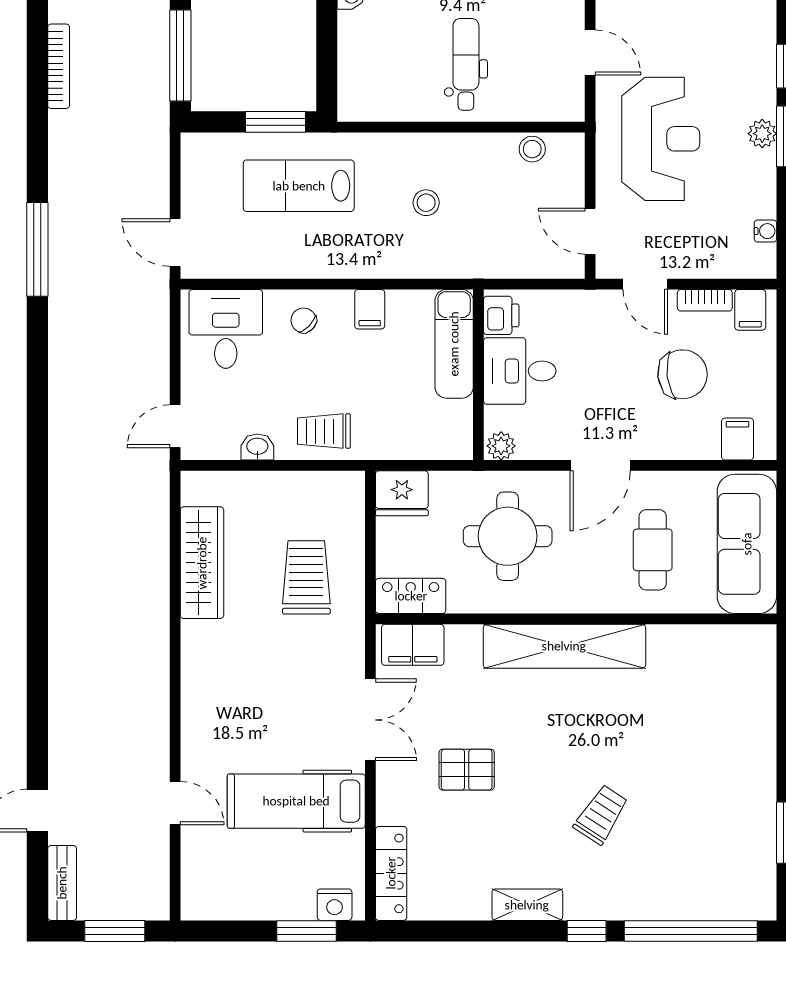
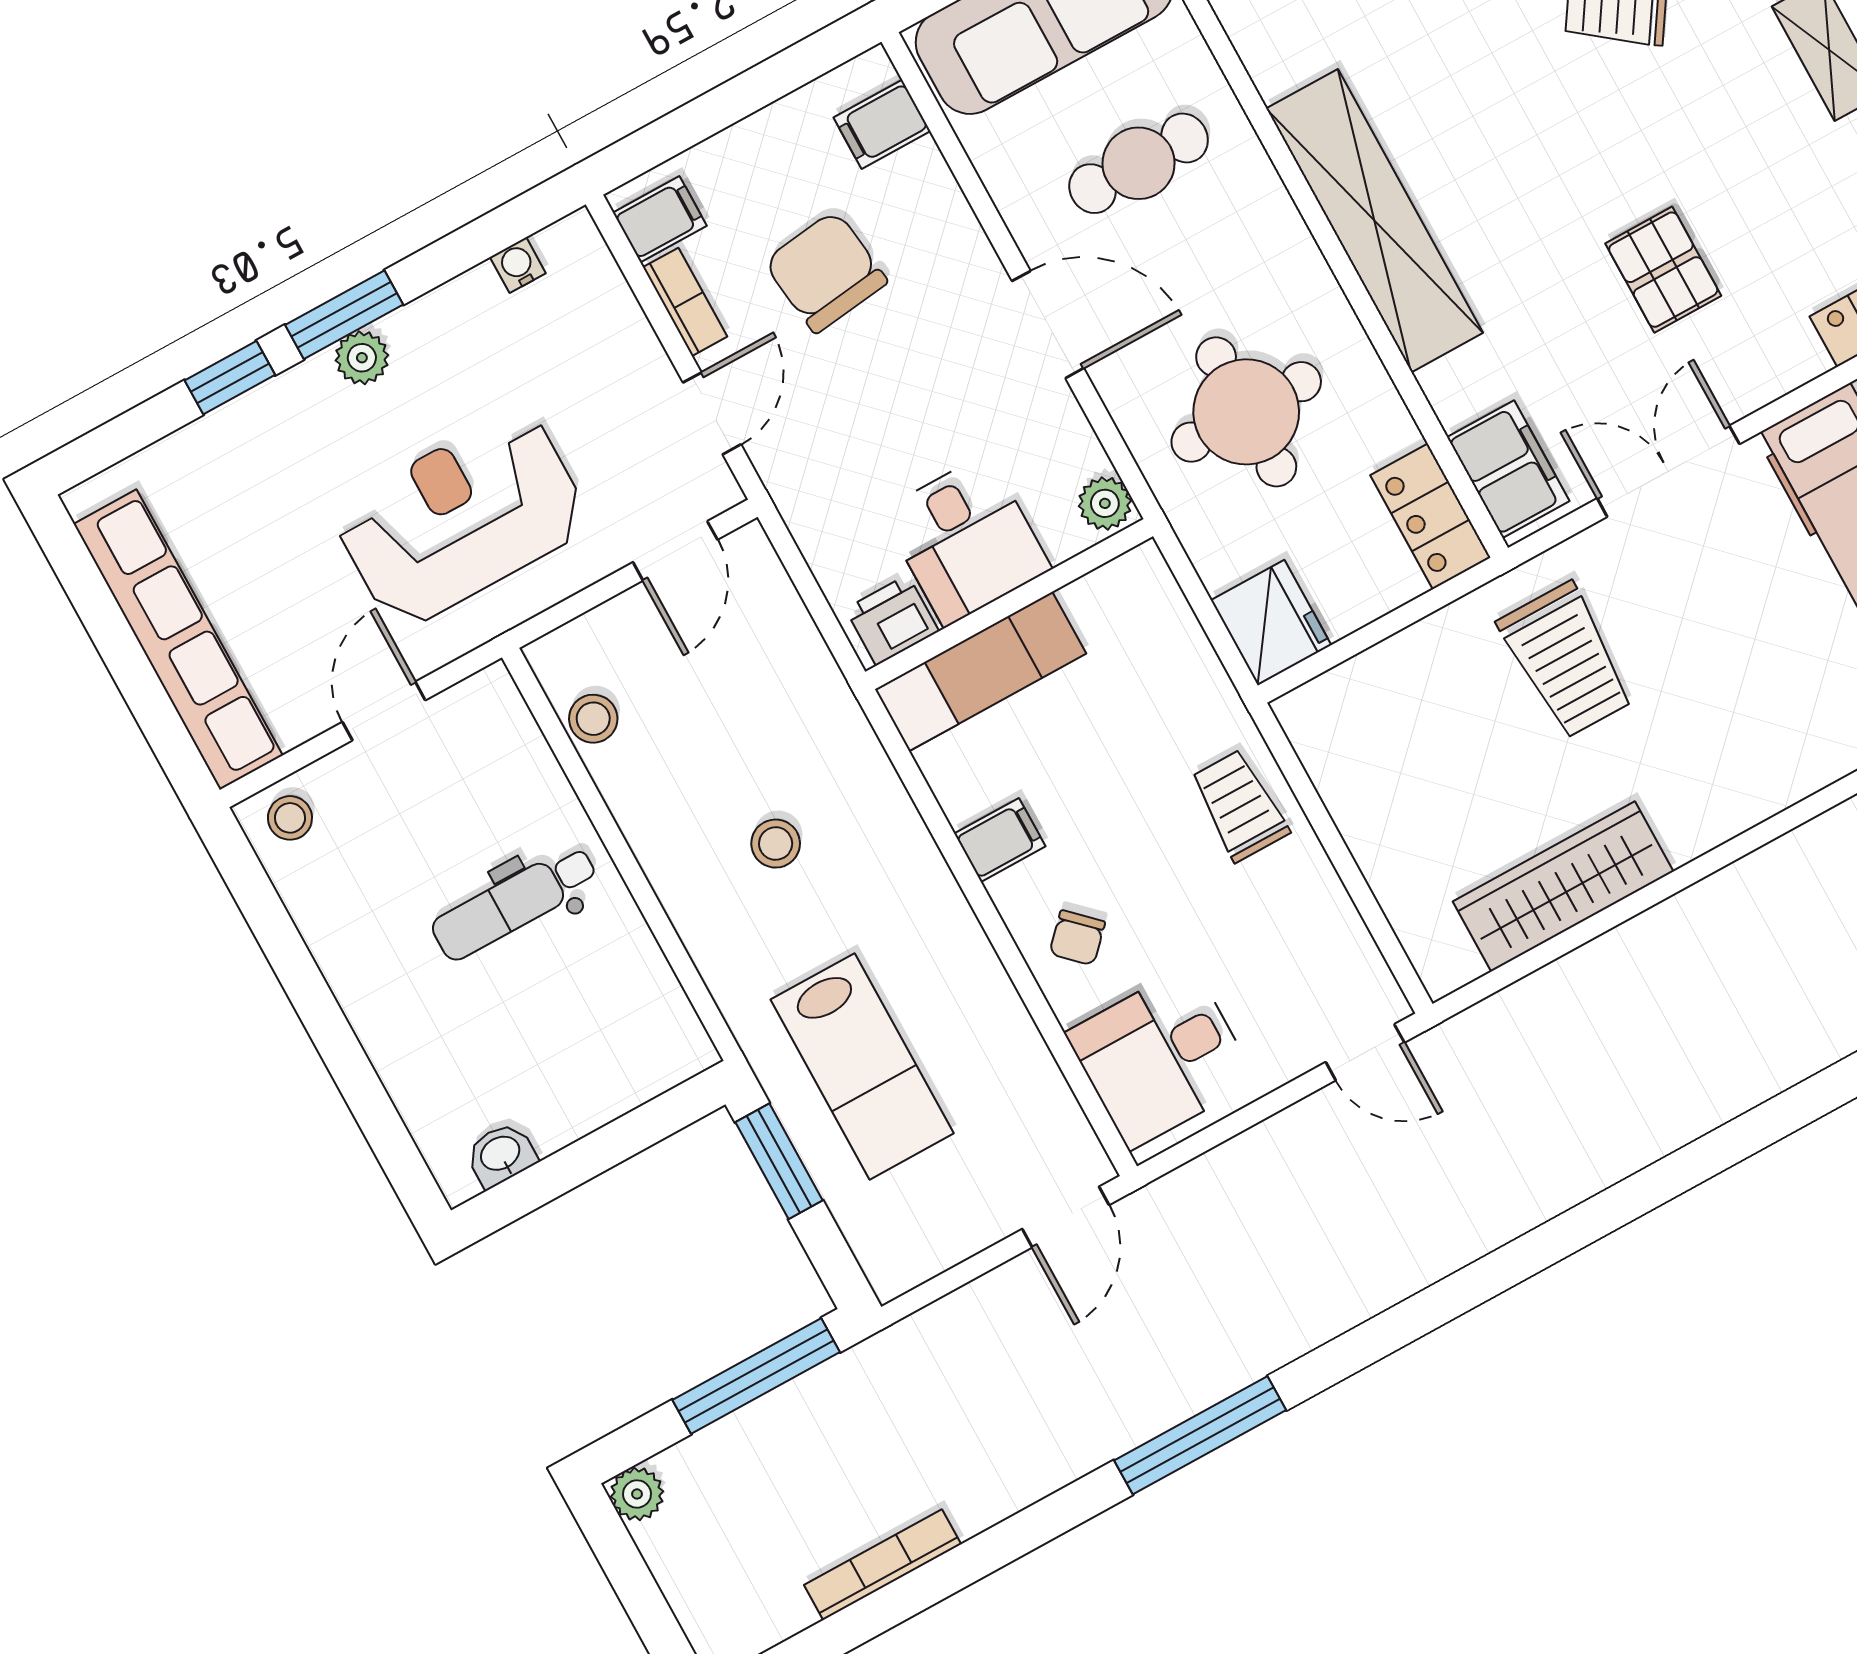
trolley: (324, 431) -> (1239, 805), turned 180
washbasin: (257, 447) -> (1325, 900), removed
trolley: (306, 577) -> (1566, 660), moved, turned -90

